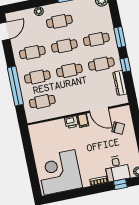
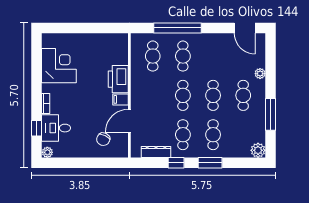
cafe table: (32, 52) -> (213, 56), removed
printer: (71, 122) -> (118, 79), width x1.87, depth x1.48
corner desk: (60, 172) -> (59, 66), width x0.74, depth x0.74

